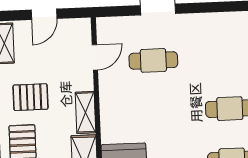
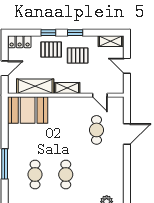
pallet: (31, 97) -> (78, 55), turned 90

